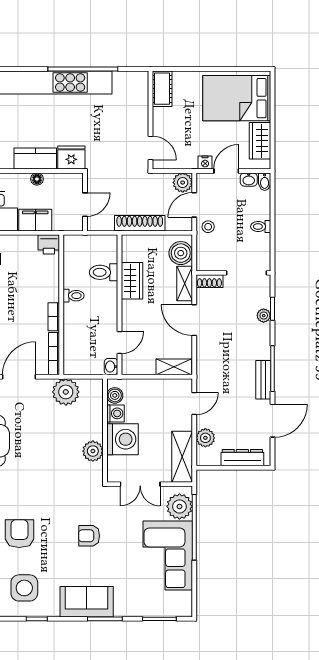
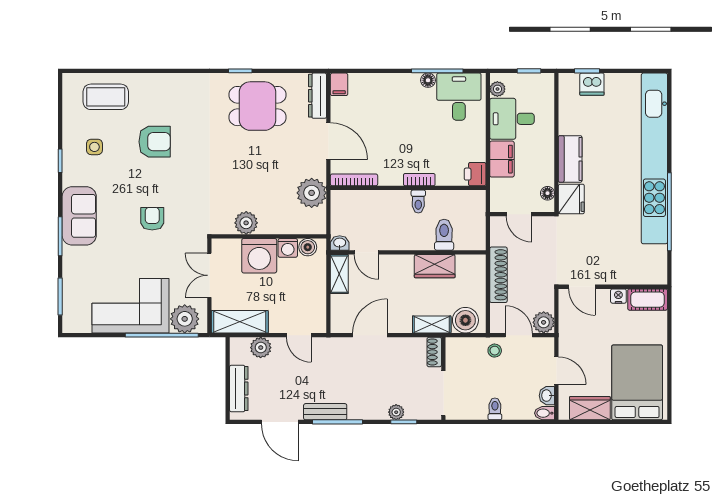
door: (151, 148) -> (582, 287), hinge flipped
nightstand: (205, 163) -> (618, 296), moved, turned 90
floor lamp: (37, 179) -> (547, 193), moved
bookcase: (54, 317) -> (419, 180), moved
door: (194, 320) -> (370, 335), moved
shelving: (174, 367) -> (339, 274), moved
side table: (24, 588) -> (94, 147), width x0.54, depth x0.54

